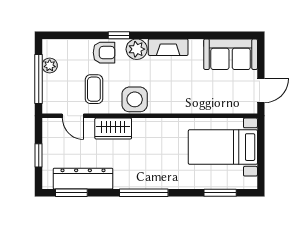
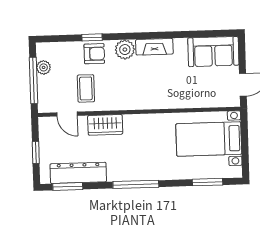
window: (119, 35) -> (92, 37), moved
side table: (135, 99) -> (124, 97), removed

